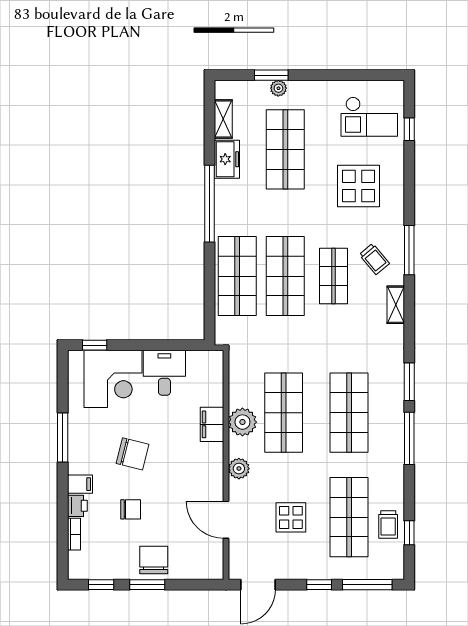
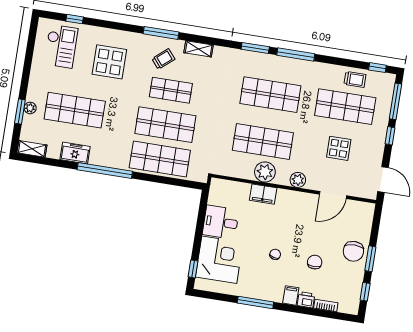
shelving: (223, 119) -> (32, 149), moved
chair: (132, 454) -> (275, 254), width x0.54, depth x0.54
window: (409, 533) -> (377, 68), moved
chair: (154, 560) -> (353, 251), turned -90

